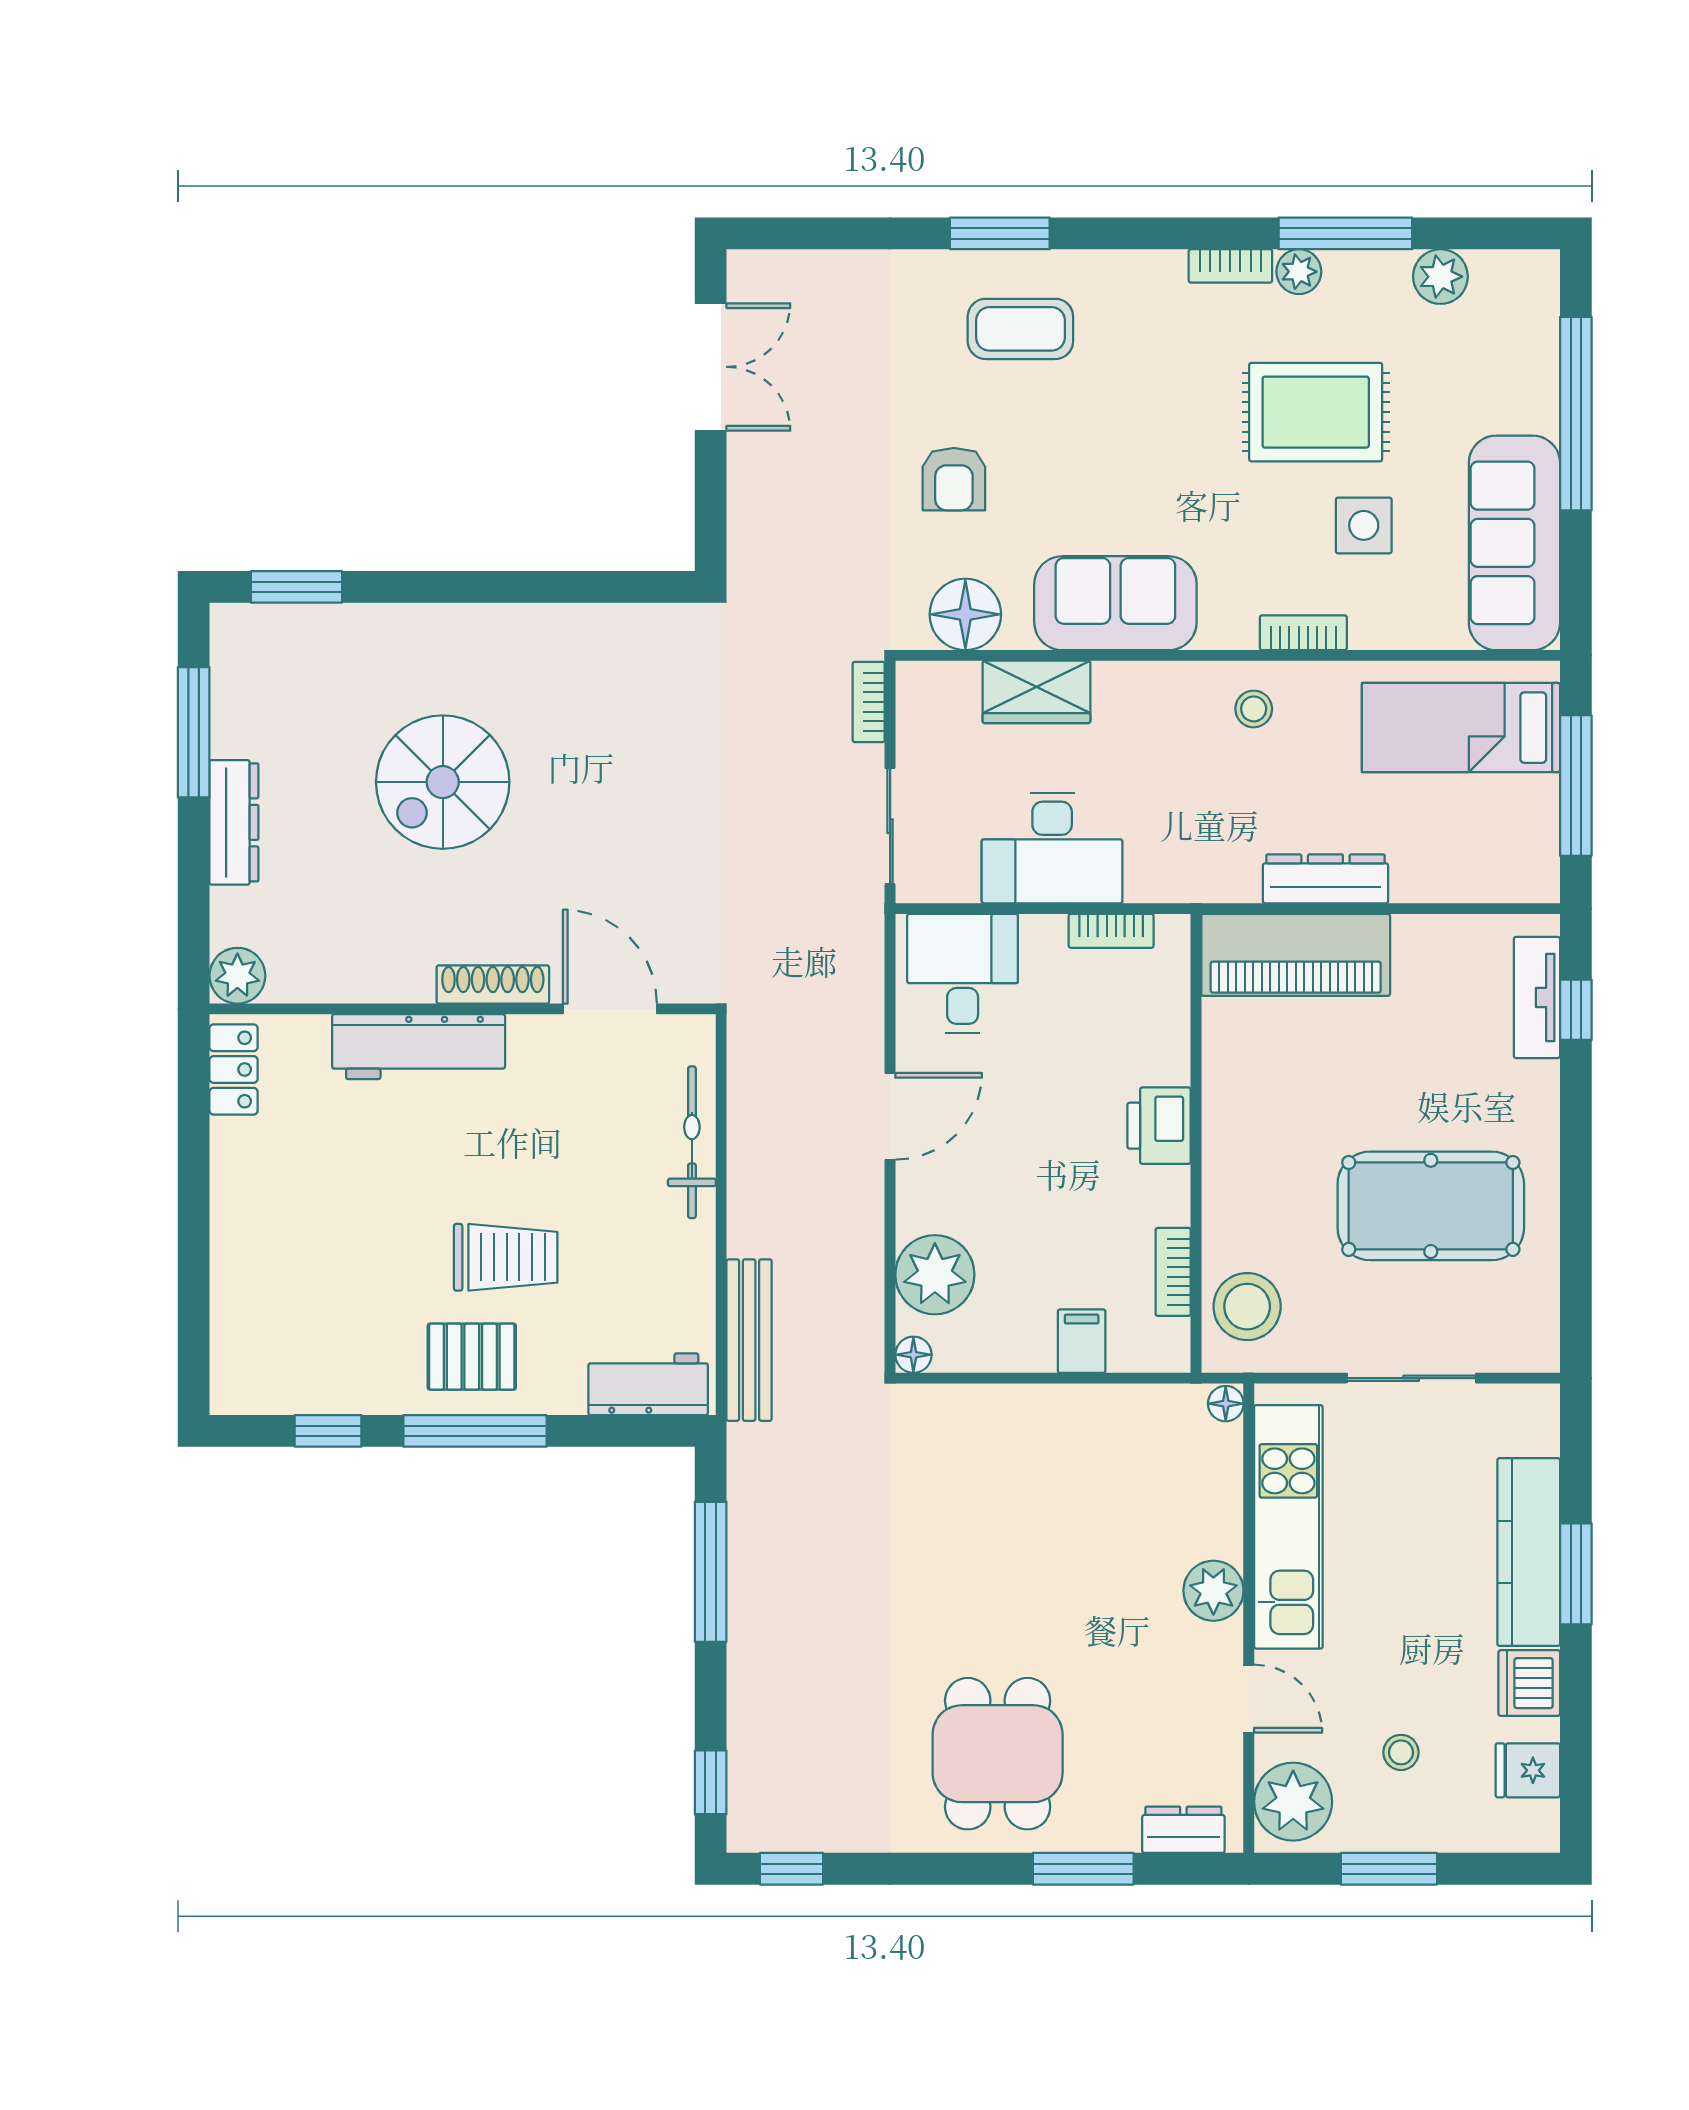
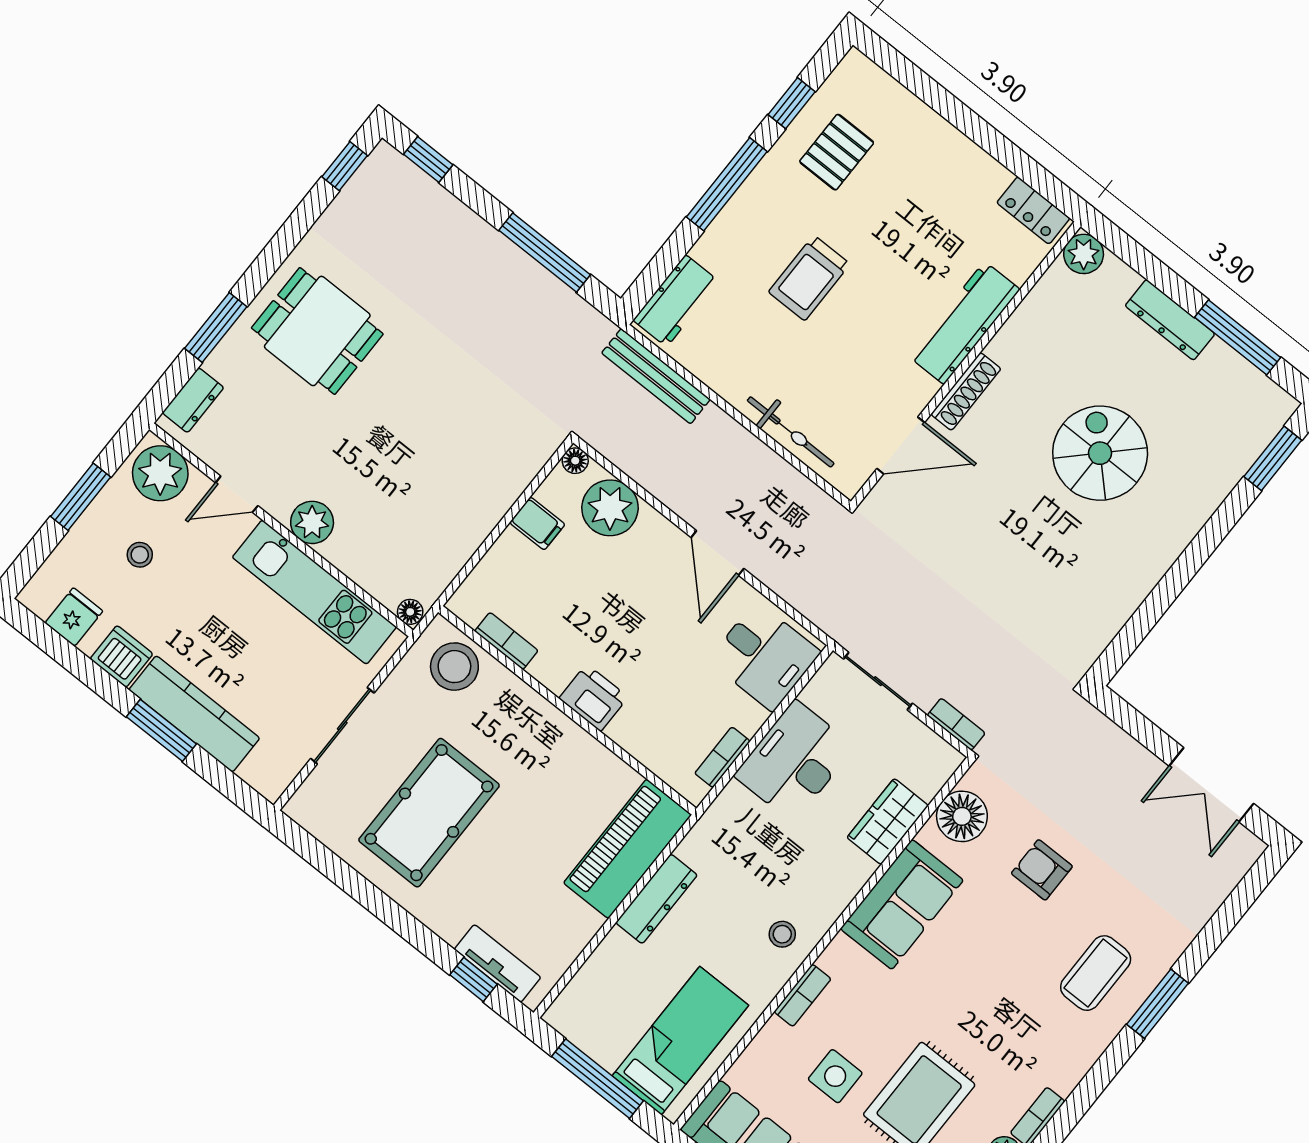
filing cabinet: (1082, 1341) -> (537, 523), moved
pallet: (472, 1357) -> (837, 152), moved

